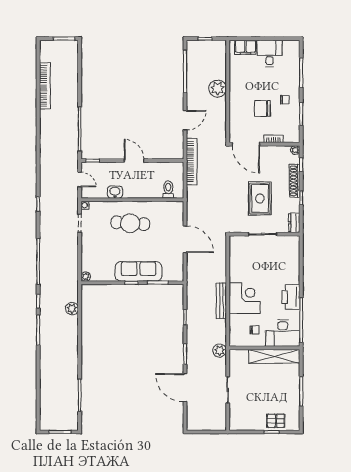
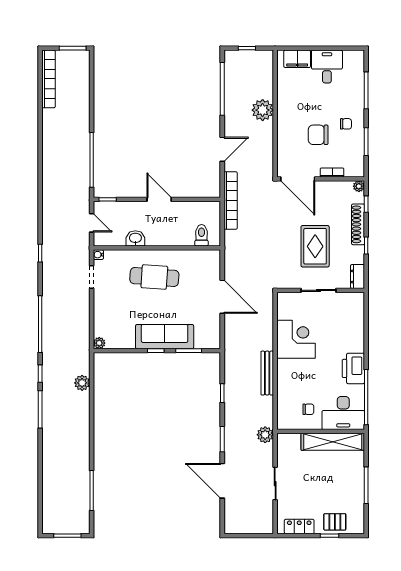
bookcase: (45, 86) -> (49, 79), moved
corner desk: (245, 298) -> (296, 339), moved
locker: (247, 425) -> (299, 527), added

